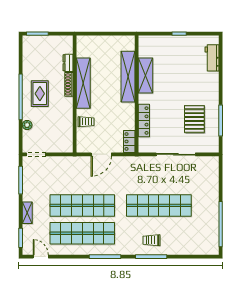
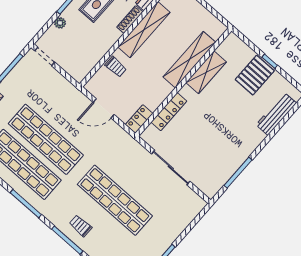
workbench: (212, 58) -> (276, 114), width x1.38
pallet: (194, 119) -> (255, 75), moved

